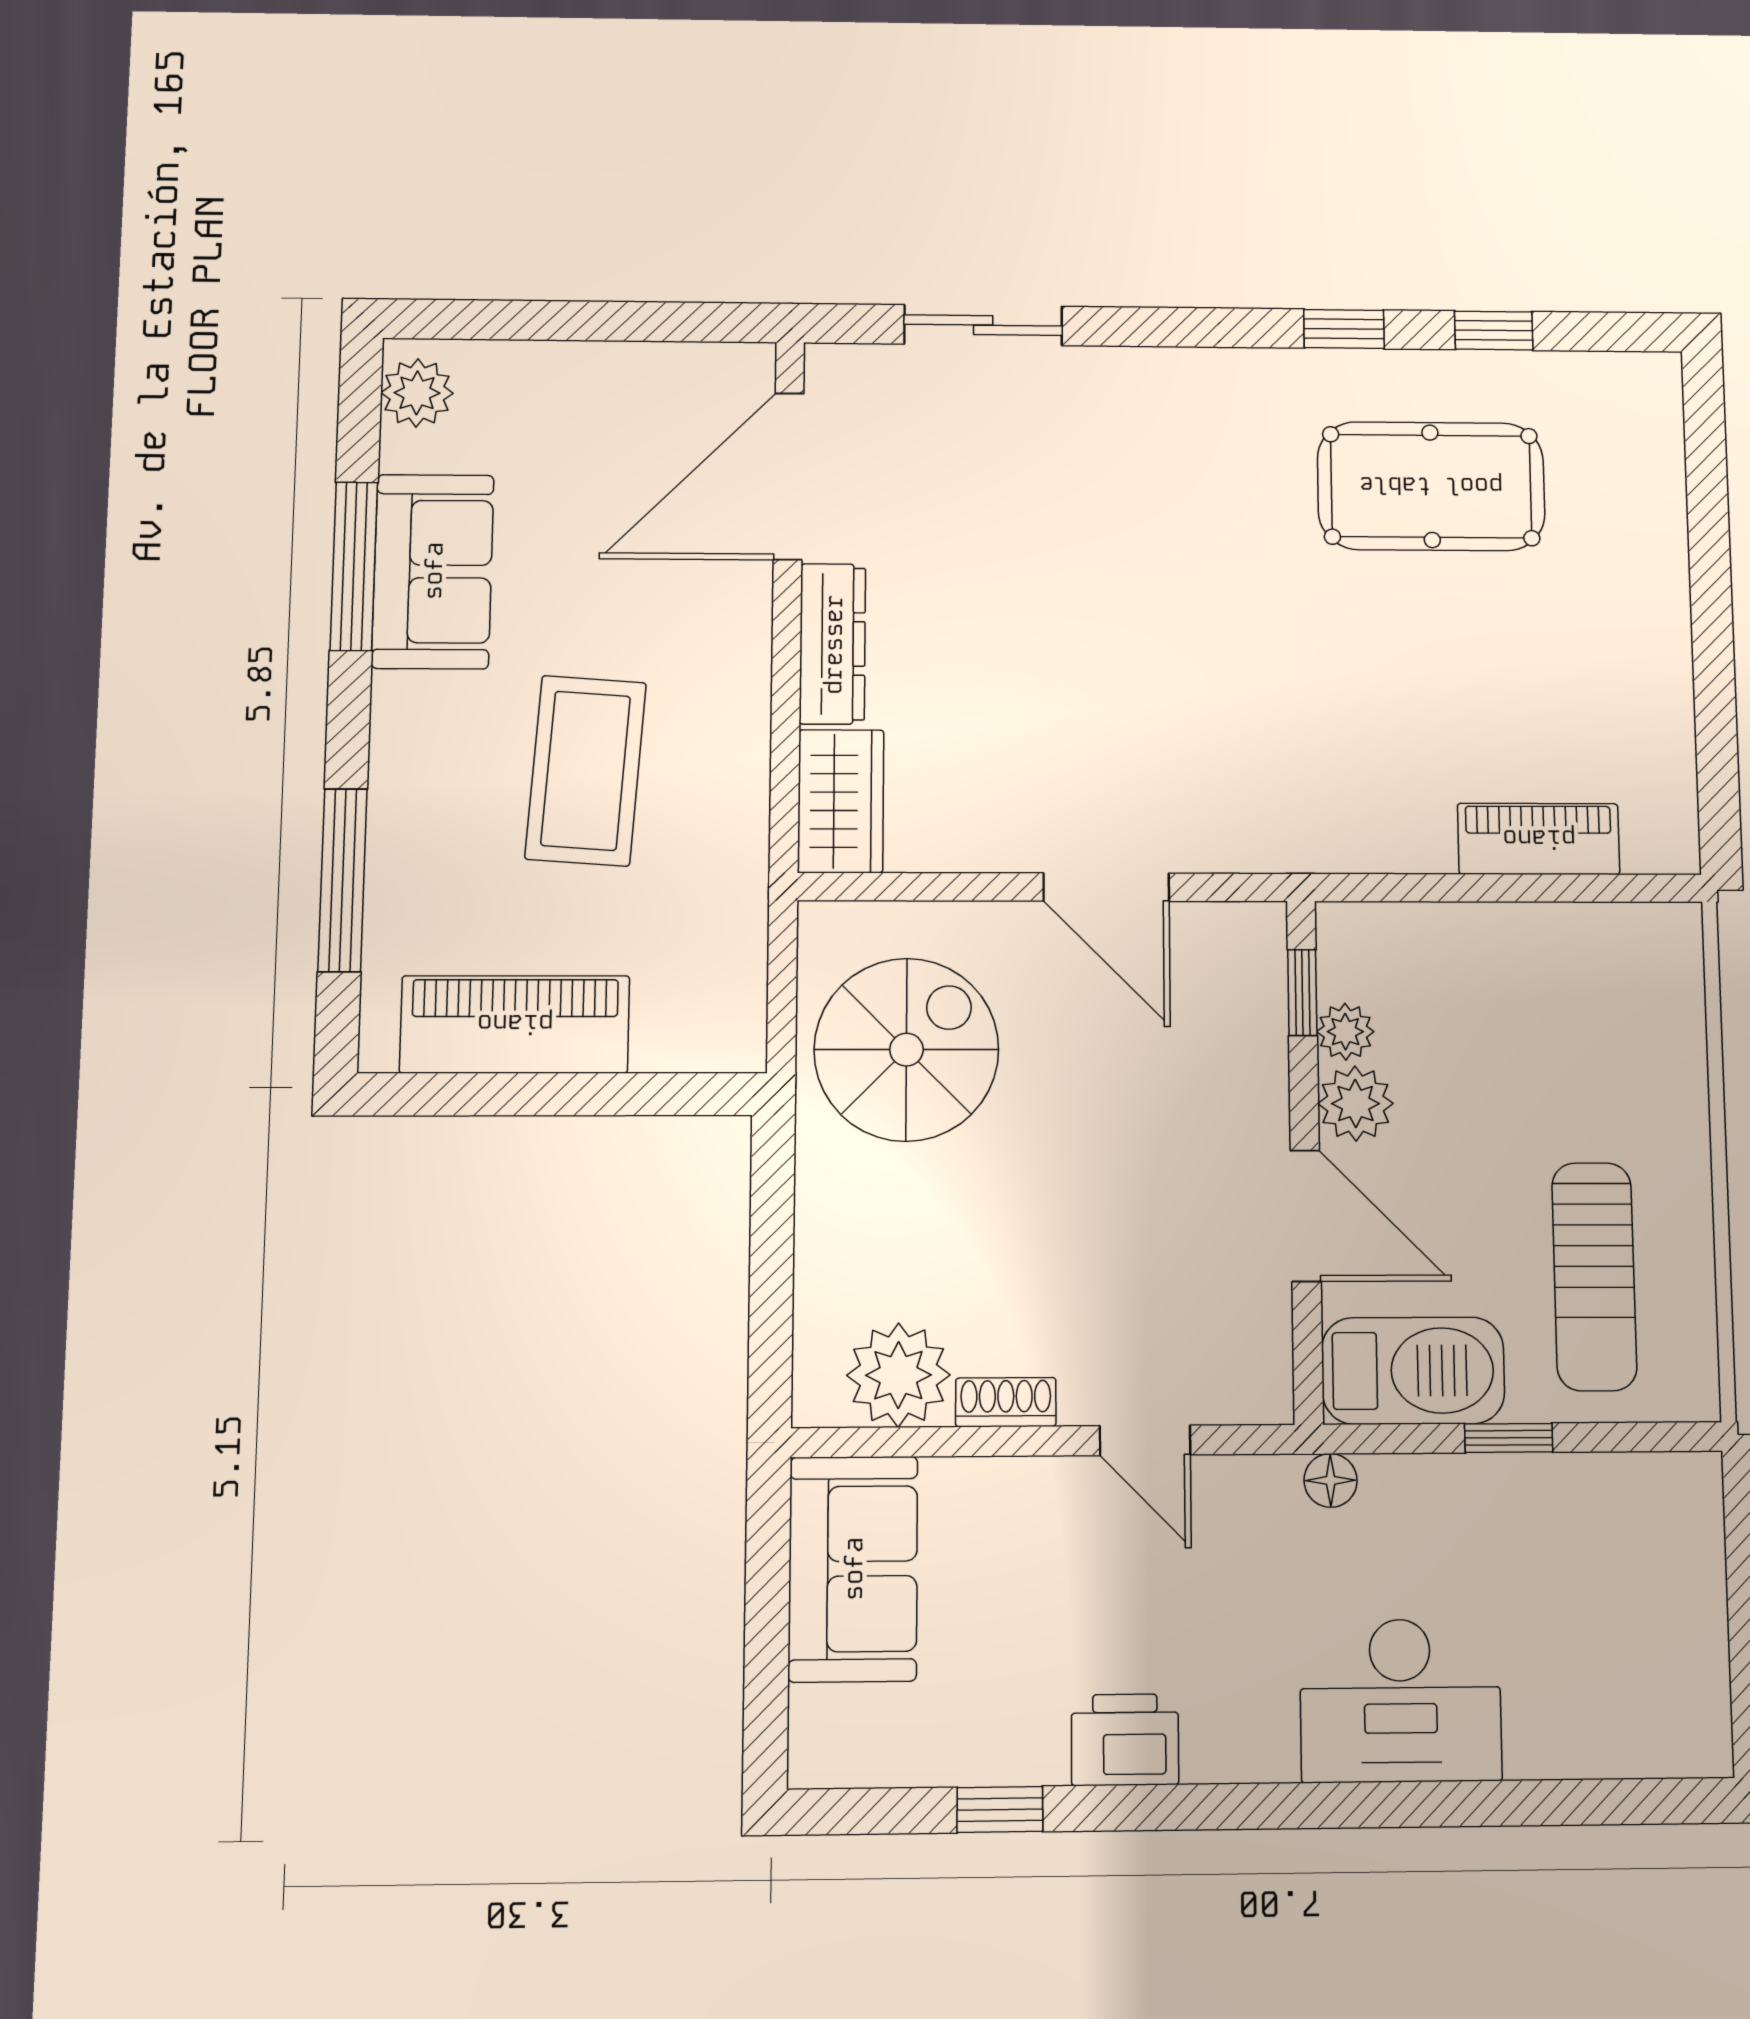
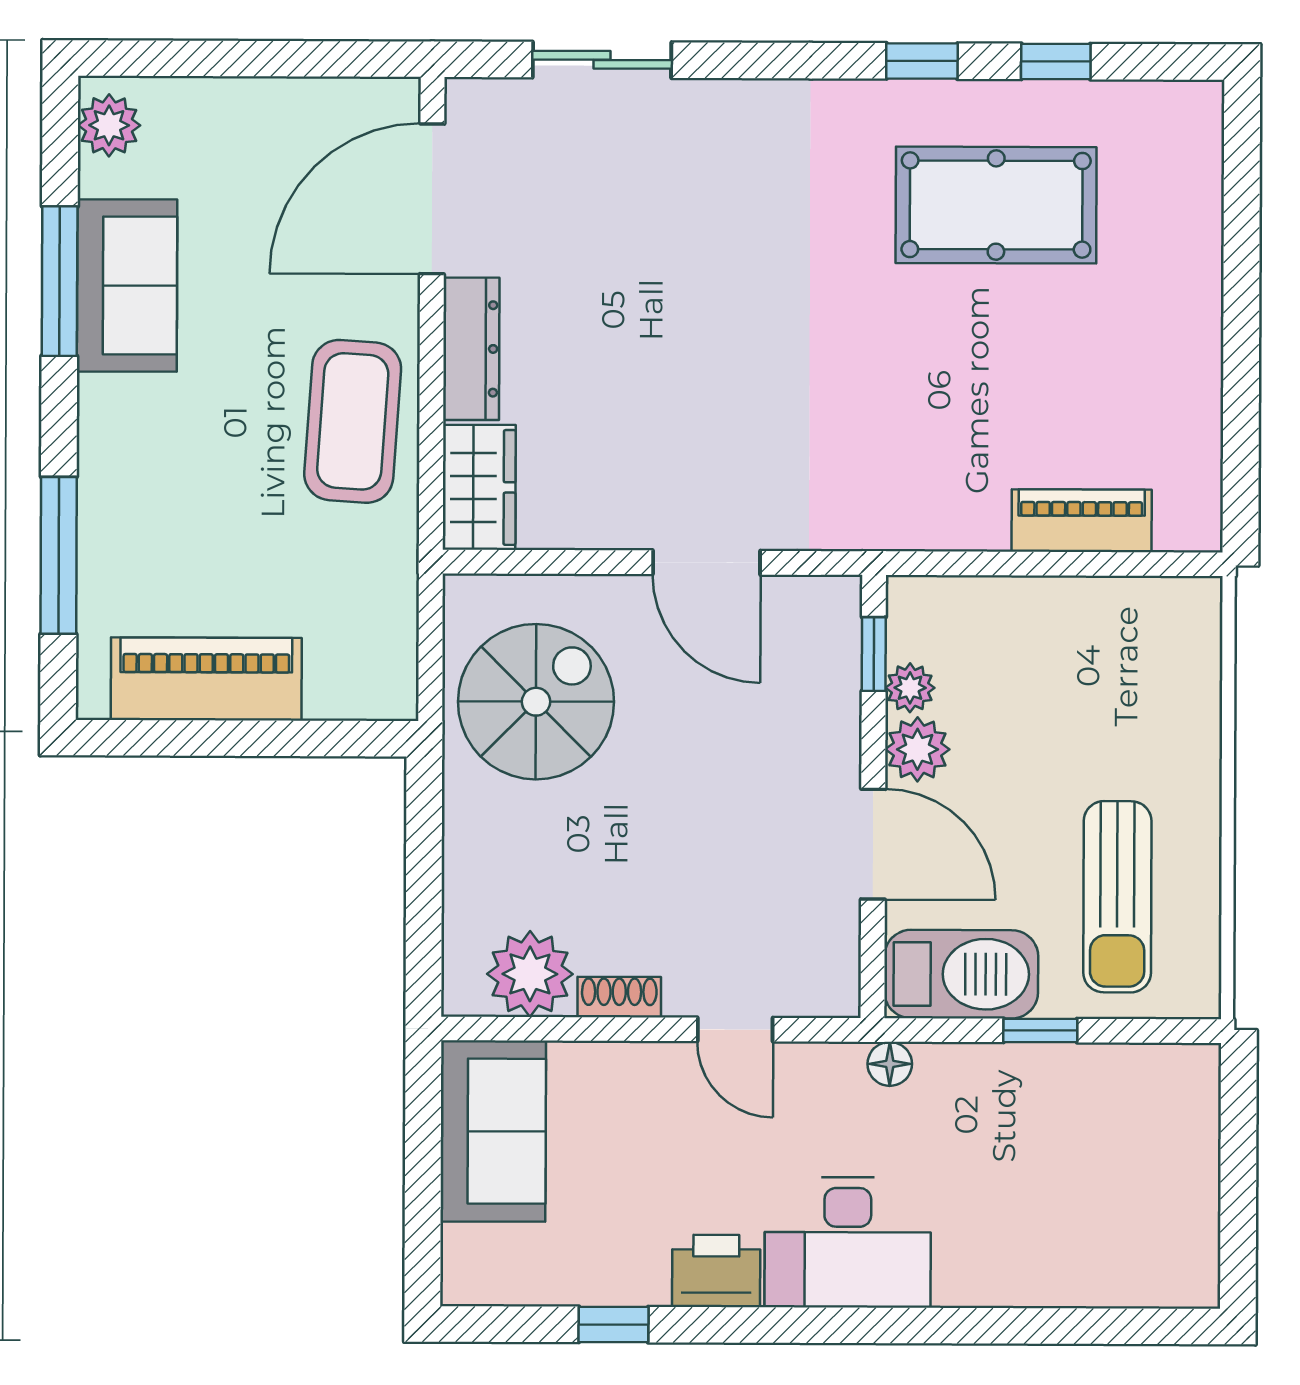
coffee table: (586, 771) -> (353, 421), moved
desk: (1401, 1701) -> (848, 1243), moved

